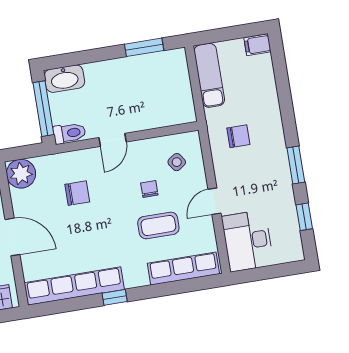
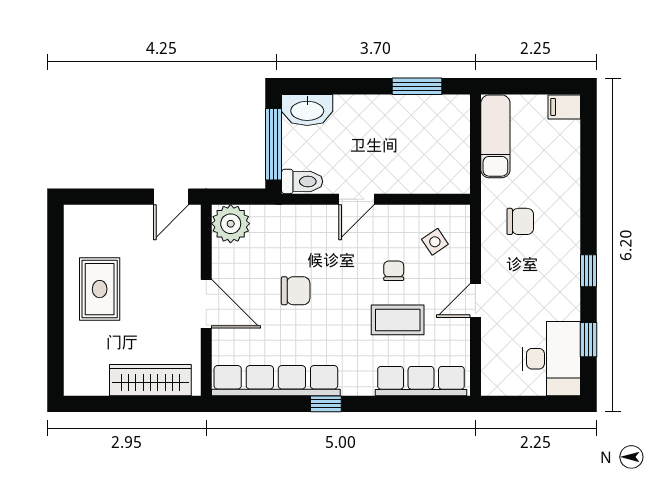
window: (296, 165) -> (589, 271), width x0.67
chair: (77, 193) -> (296, 291), moved
desk: (248, 241) -> (551, 359), moved, turned 180

